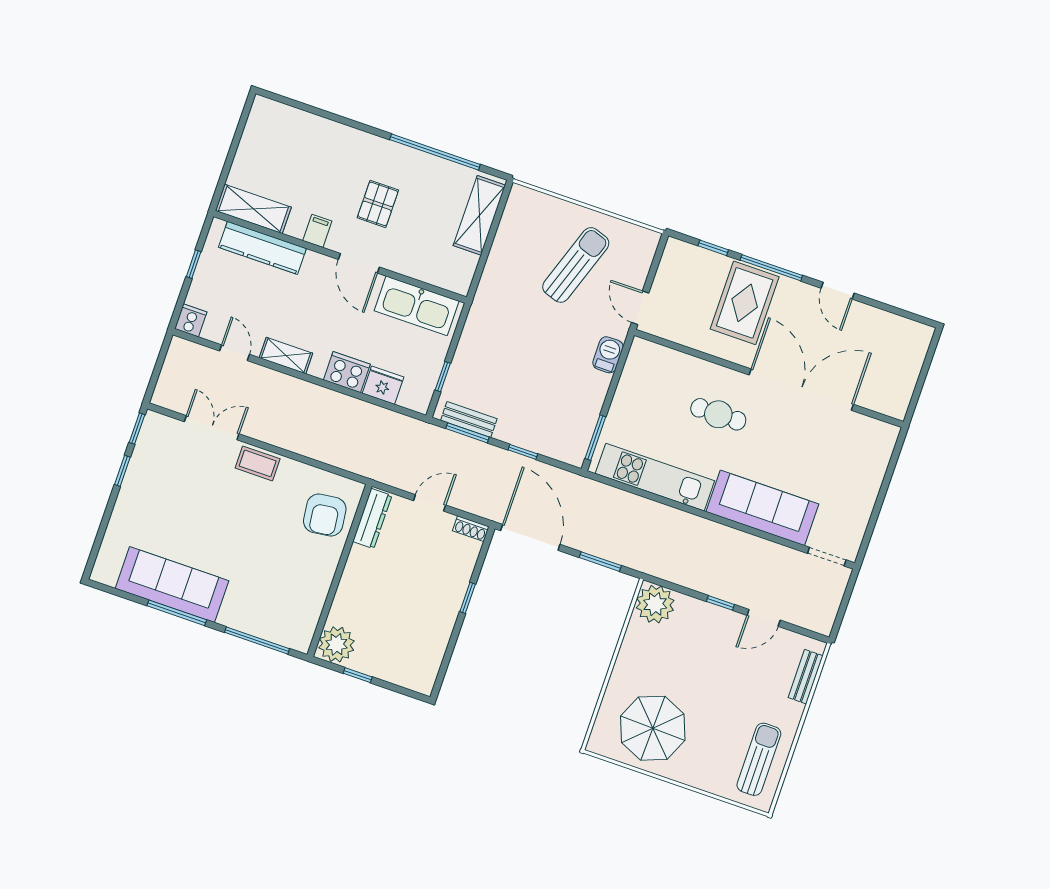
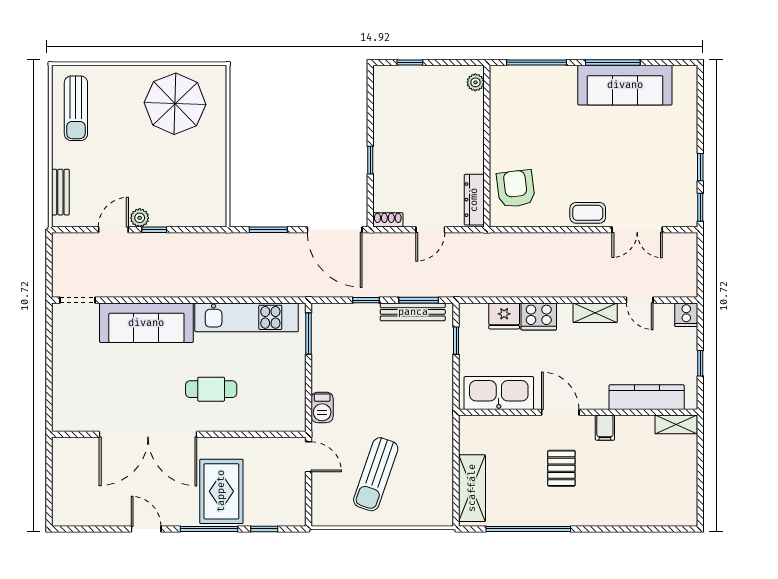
shelving: (253, 209) -> (676, 424), width x0.67, depth x0.75
bench: (469, 420) -> (413, 312), width x1.36
plant: (655, 604) -> (140, 218), moved, width x0.53, depth x0.53
plant: (336, 644) -> (475, 82), width x0.53, depth x0.53
window: (358, 675) -> (410, 62), moved

